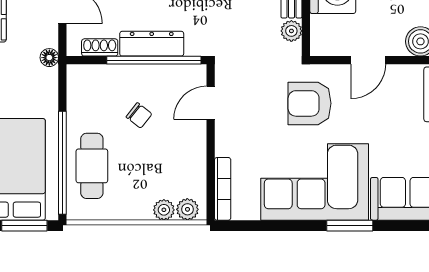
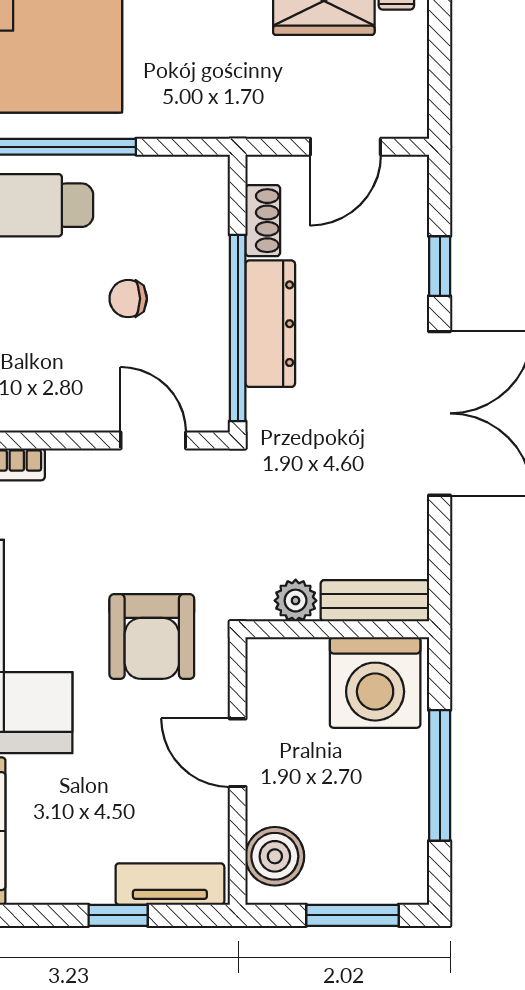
floor lamp: (49, 58) -> (243, 121), removed
armchair: (310, 103) -> (152, 637), turned 180
chair: (139, 115) -> (128, 299), turned 52

